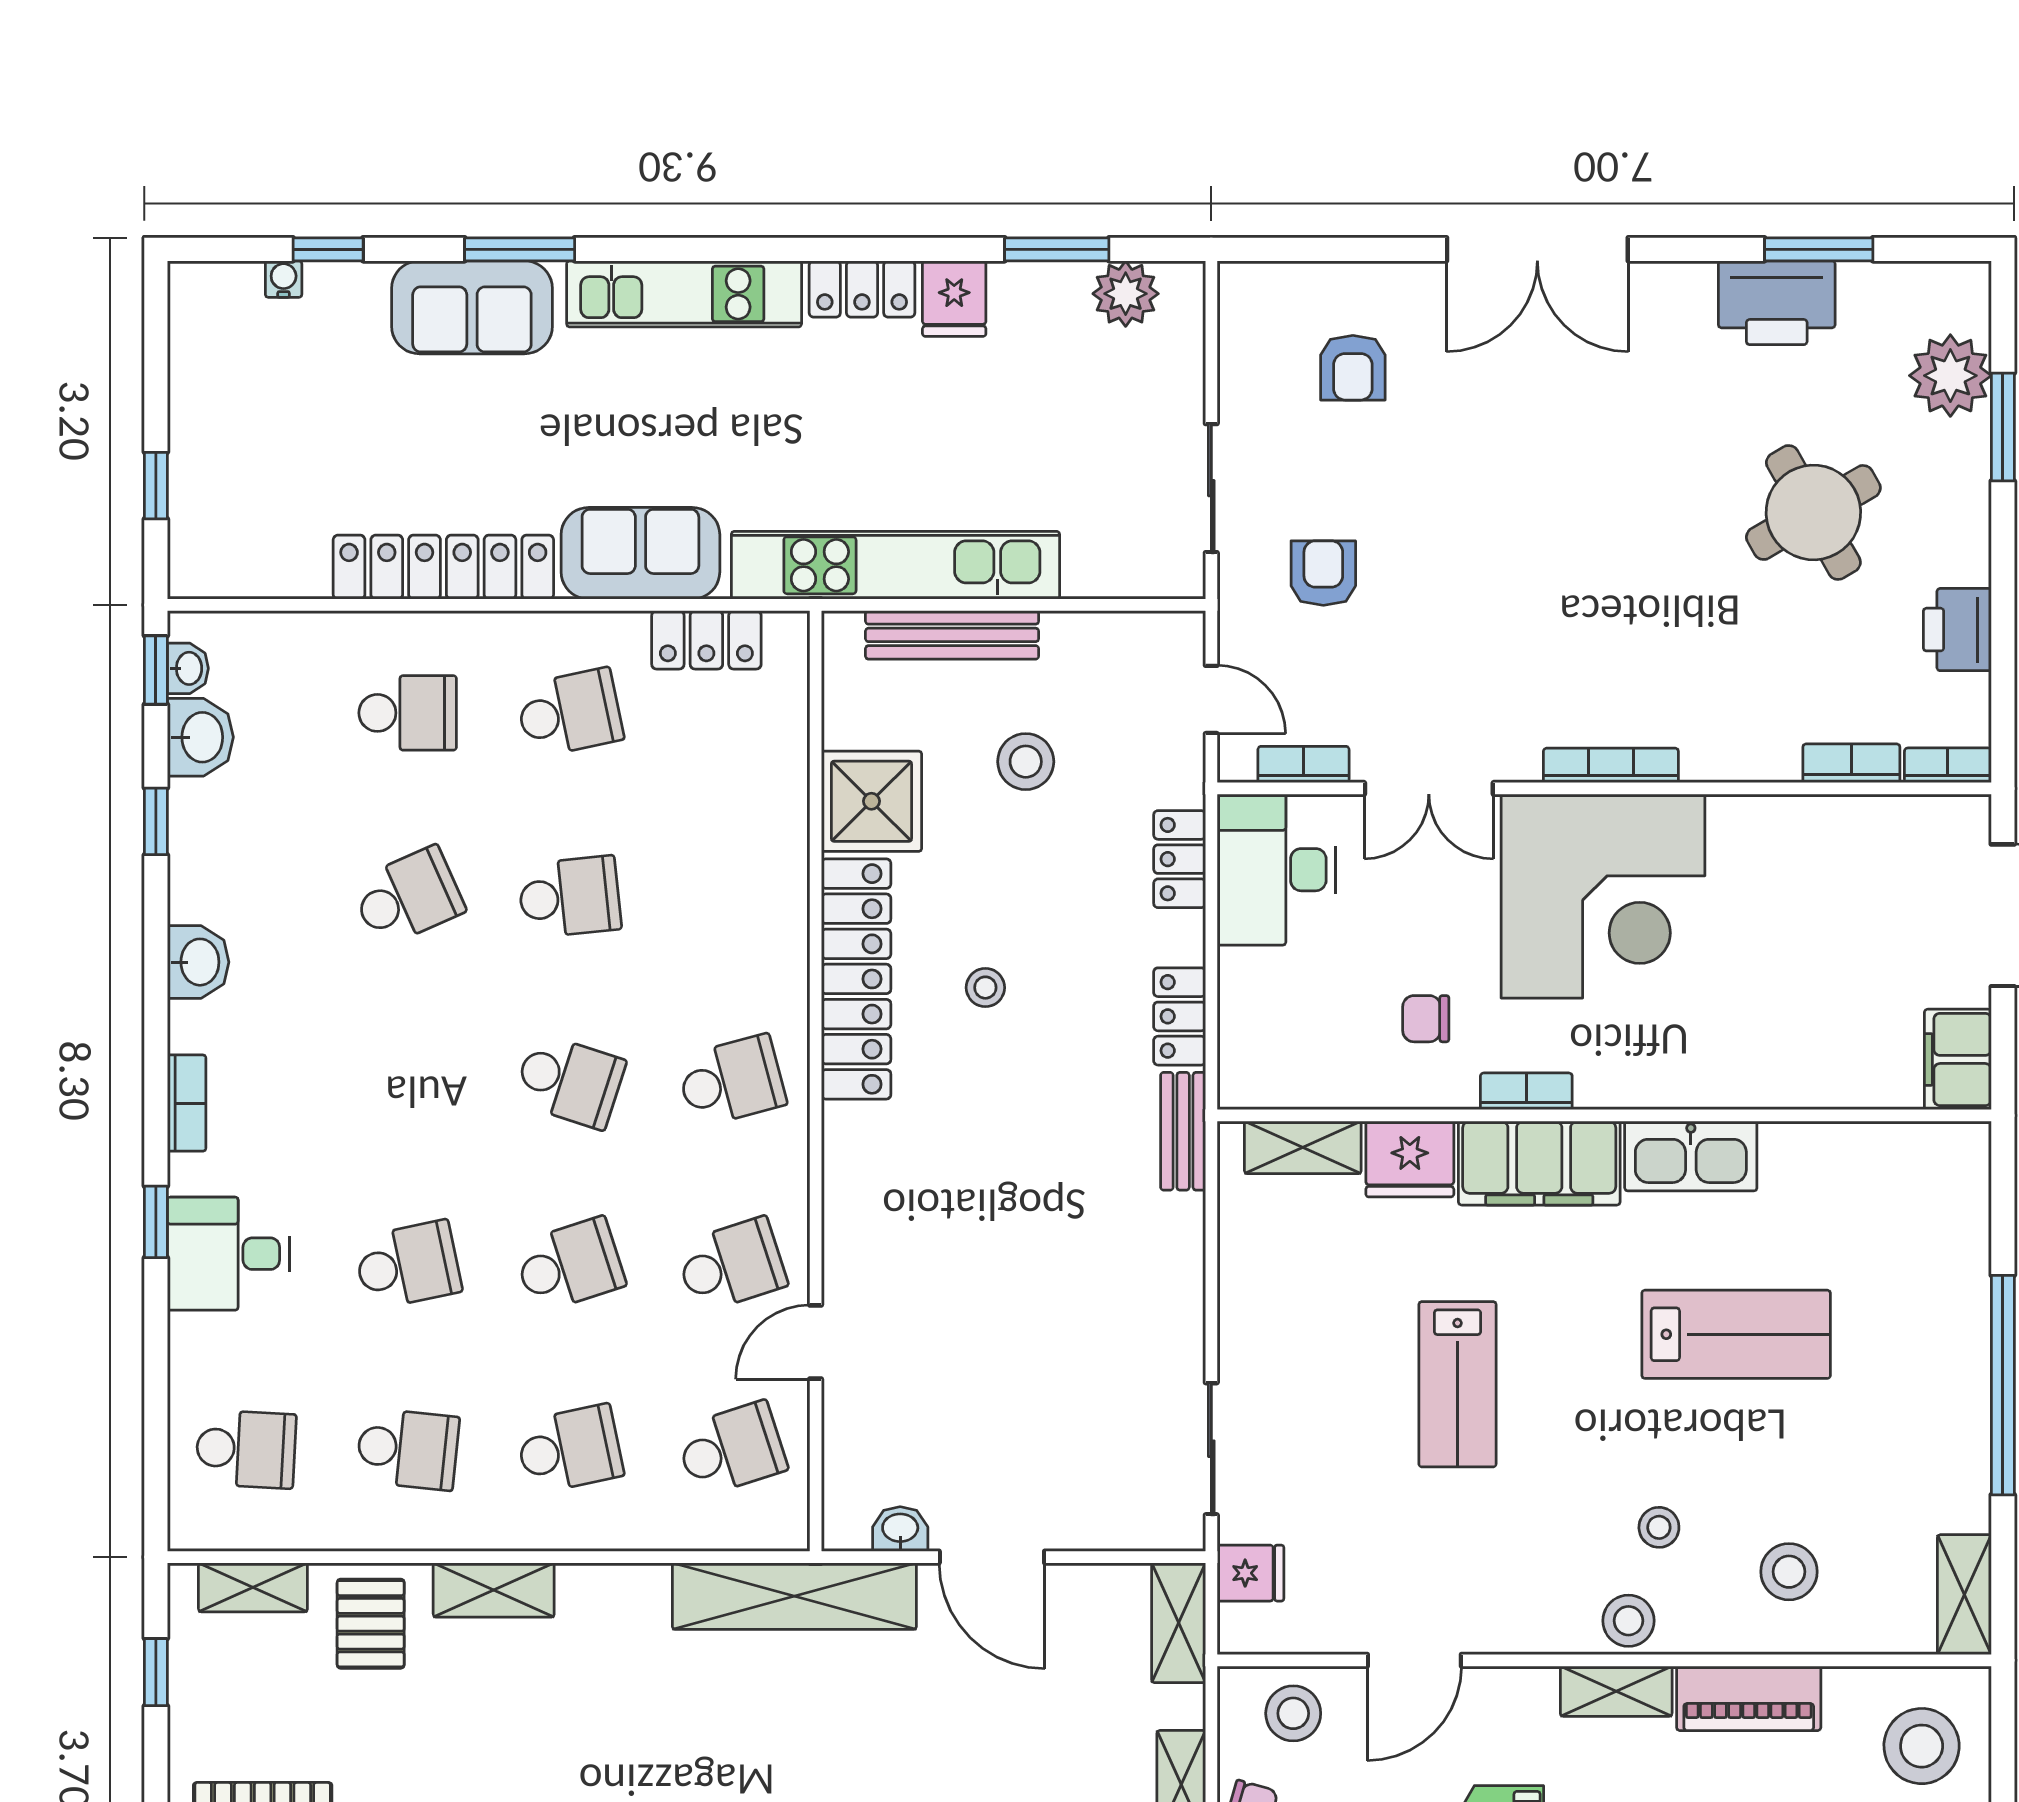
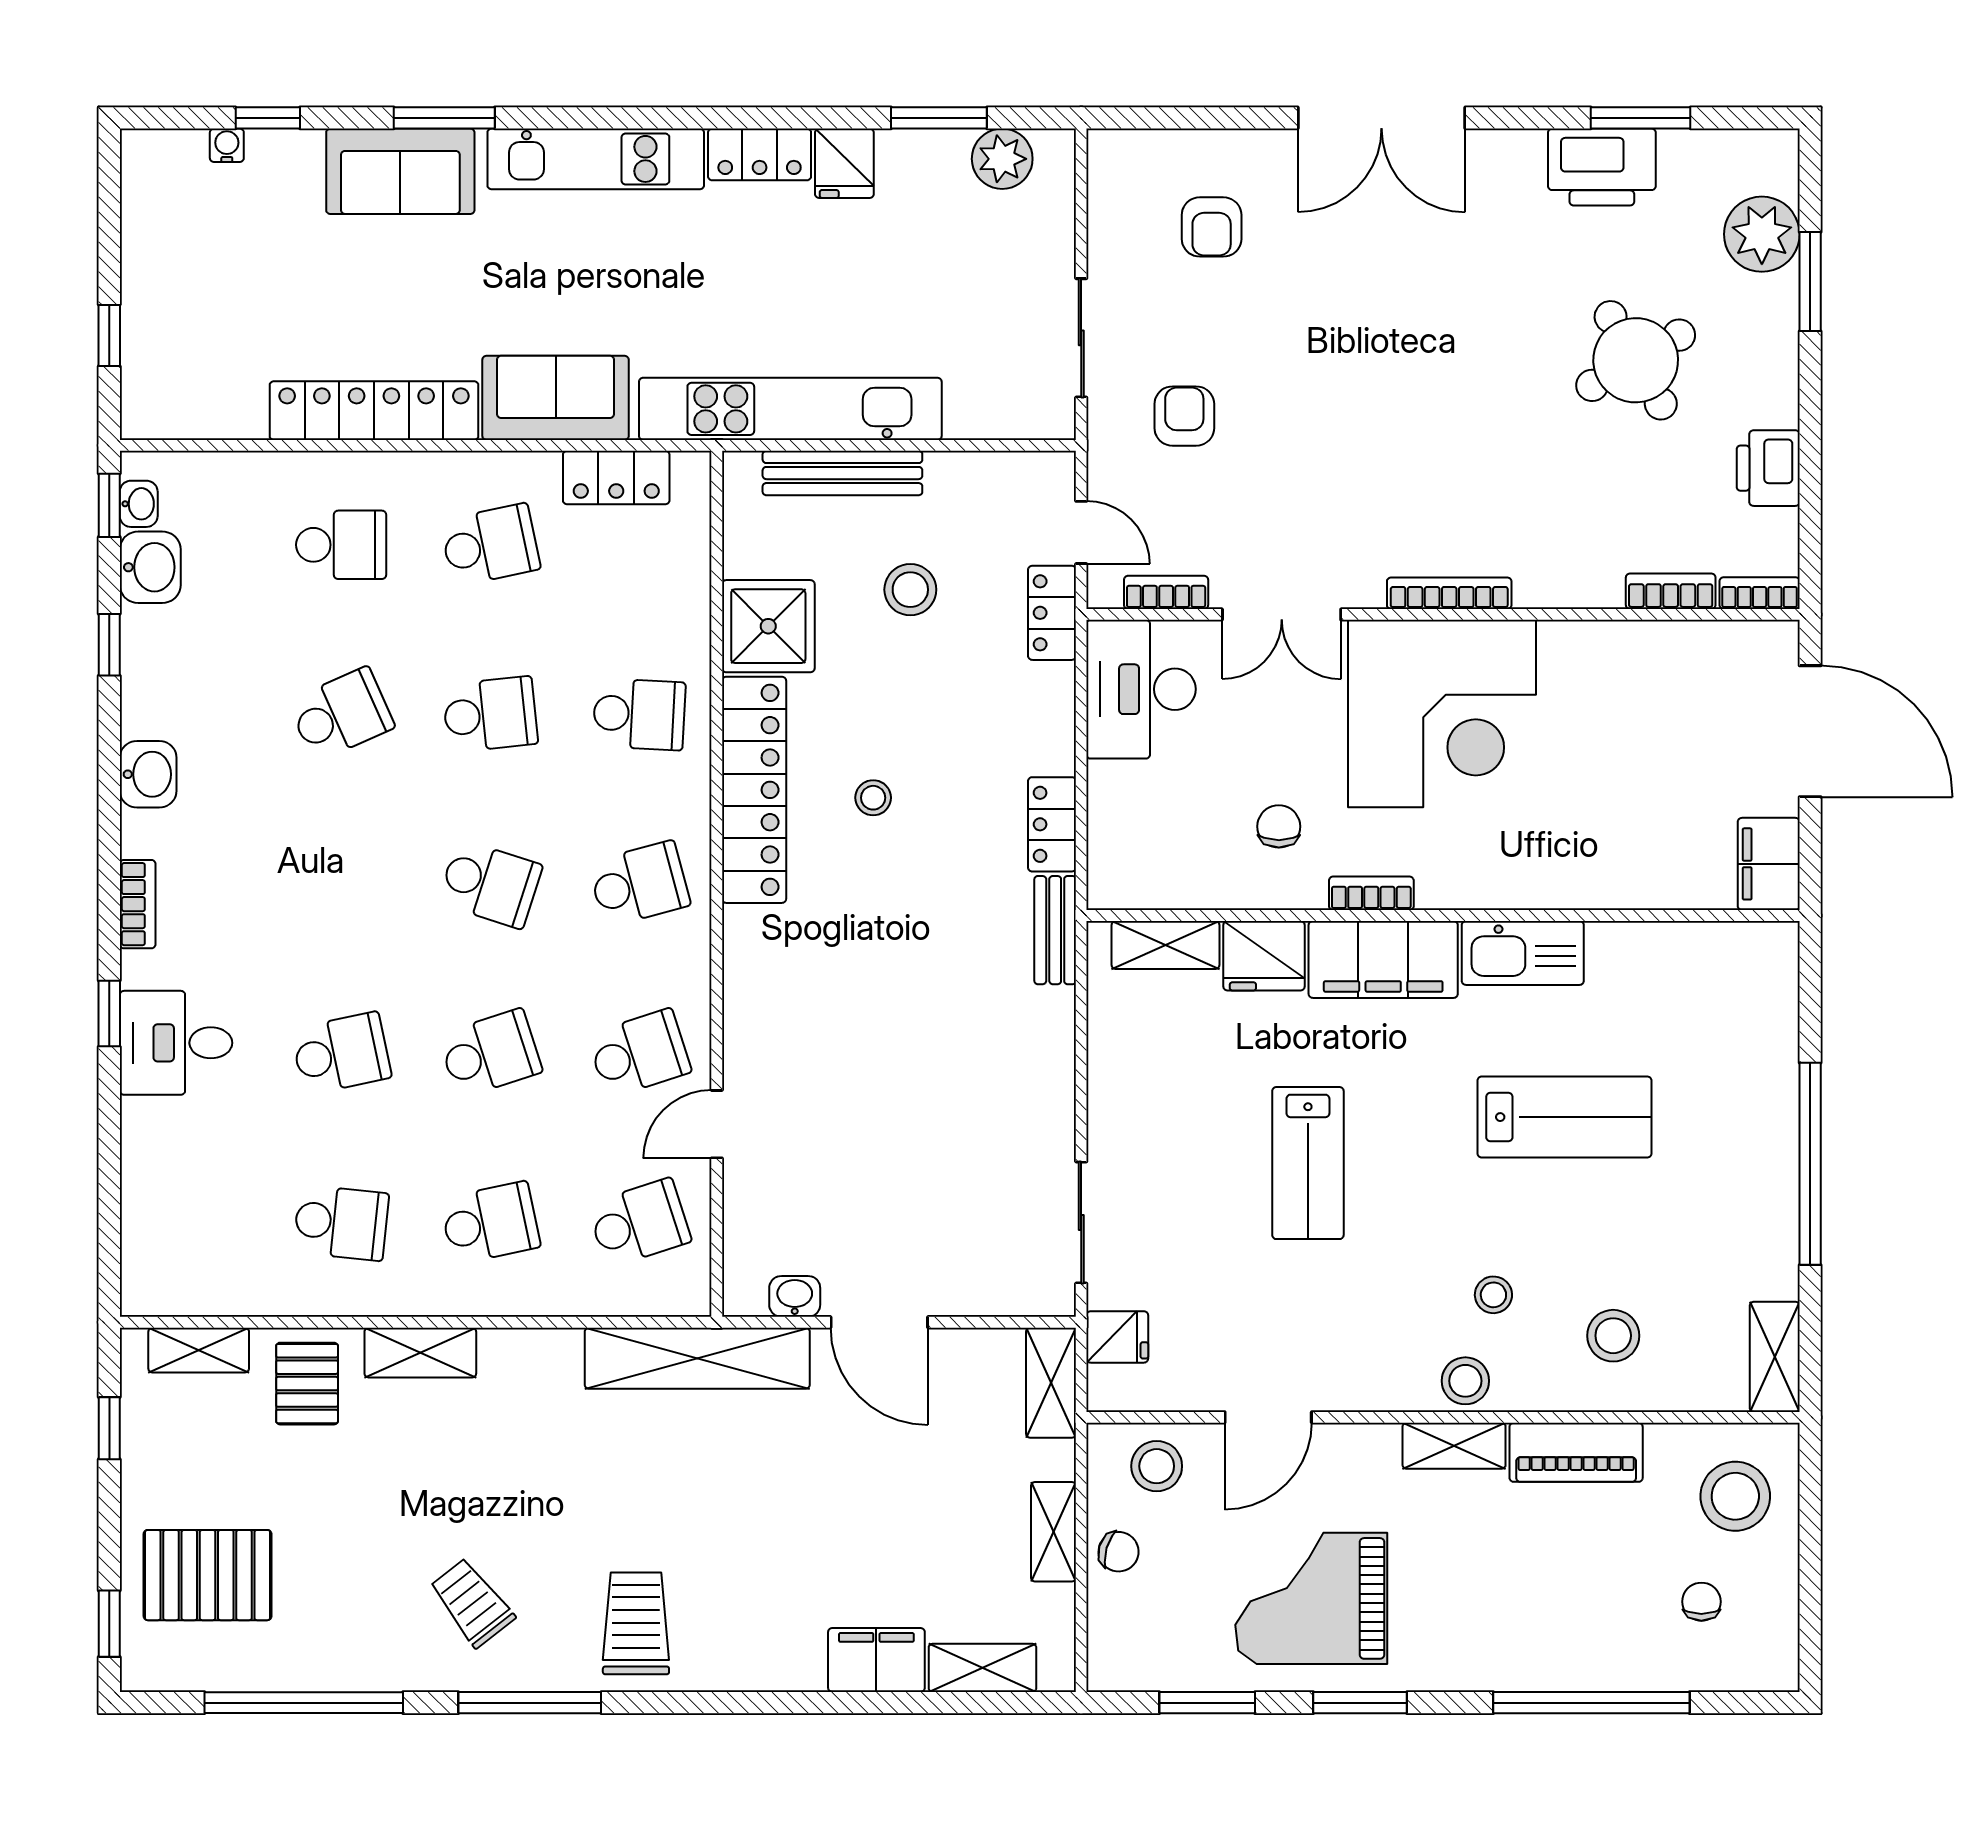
locker: (1180, 859) -> (1052, 613), moved
chair: (1426, 1019) -> (1279, 826), turned 90
school desk: (246, 1449) -> (639, 714), moved

